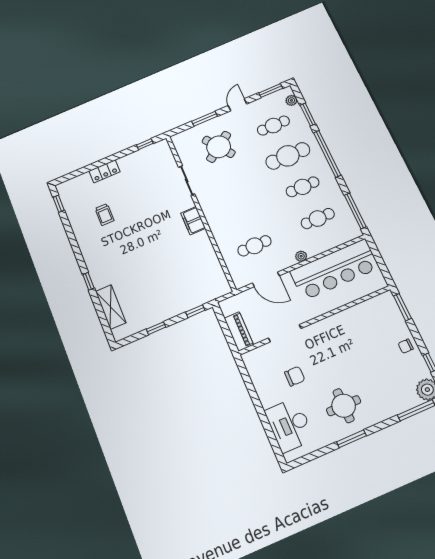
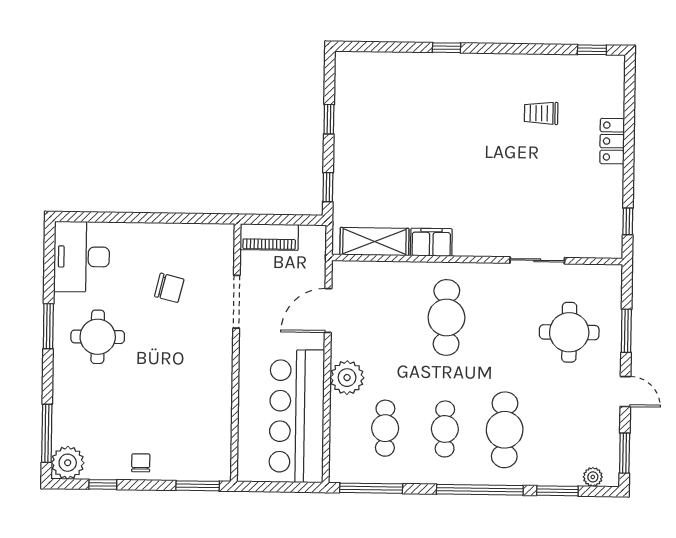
cafe table: (273, 126) -> (564, 431), removed
round table: (219, 147) -> (569, 332), turned 36
filing cabinet: (193, 221) -> (431, 242), moved
cafe table: (254, 246) -> (446, 317), moved, width x1.37, depth x1.35
plant: (301, 256) -> (347, 378), width x1.88, depth x1.88
shelving: (111, 307) -> (374, 242), moved
chair: (295, 376) -> (169, 288), turned -76
desk: (289, 425) -> (82, 257), moved, turned -90

